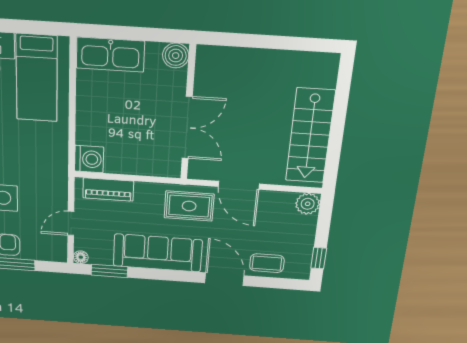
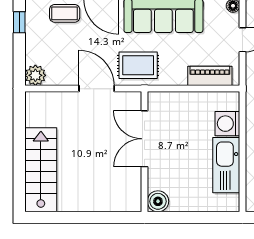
kitchen sink: (110, 55) -> (226, 165), moved, turned -90
stairs: (310, 136) -> (41, 170), moved
washing machine: (89, 159) -> (227, 124), moved

